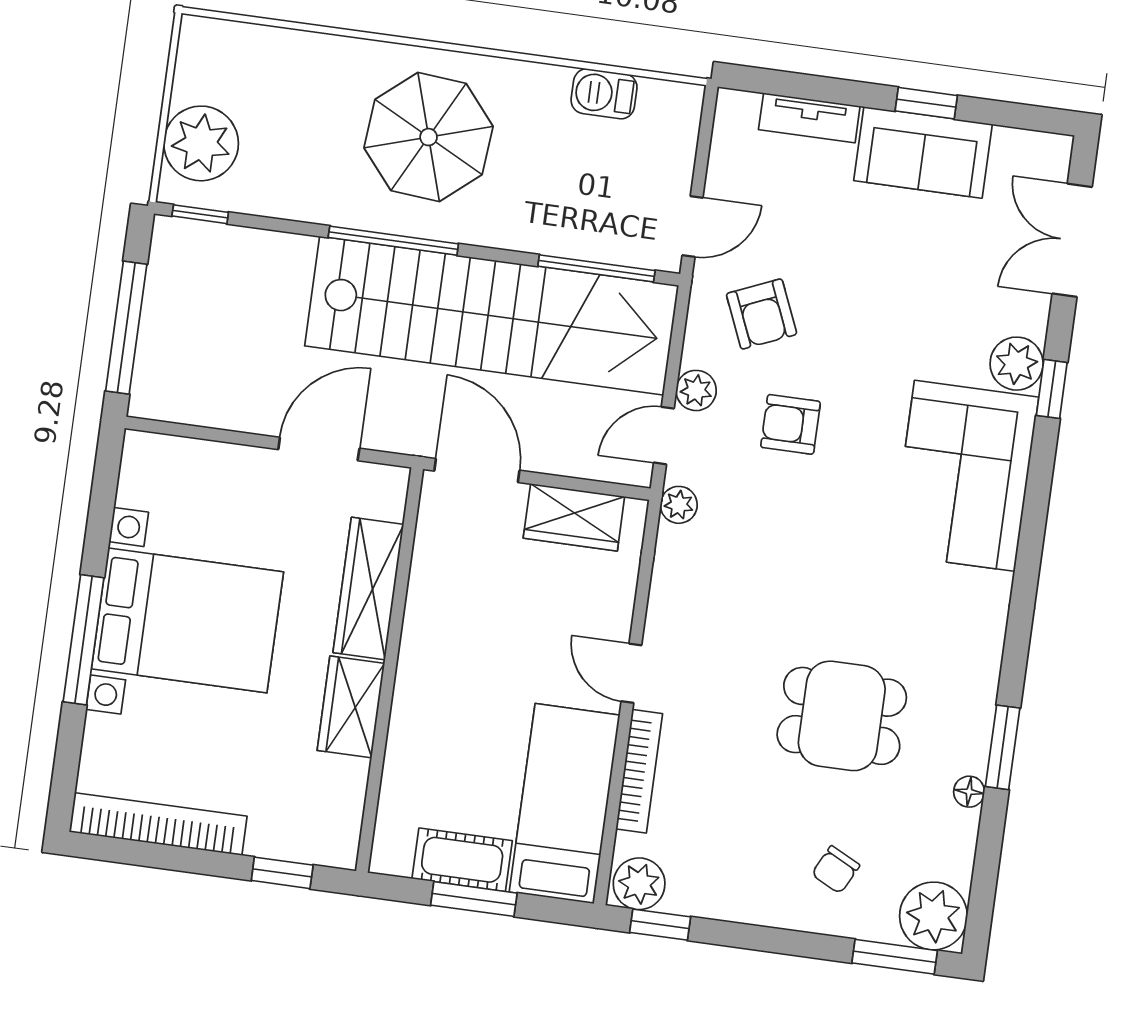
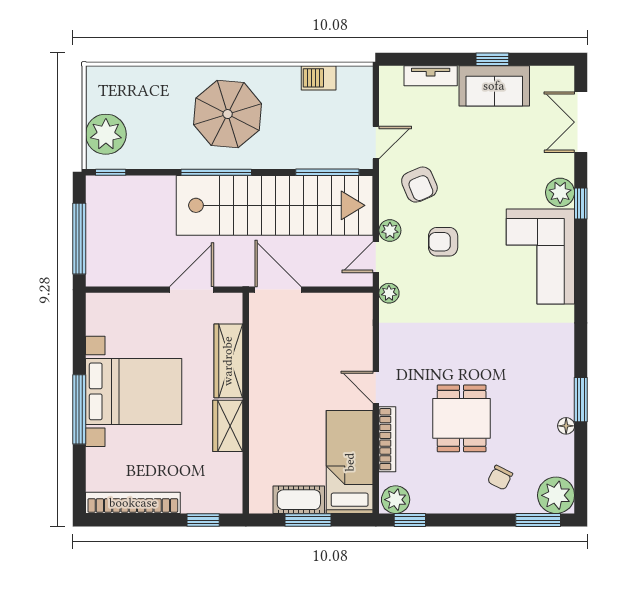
wardrobe: (574, 517) -> (334, 308), removed
dining table: (842, 716) -> (462, 418), moved, turned 90

